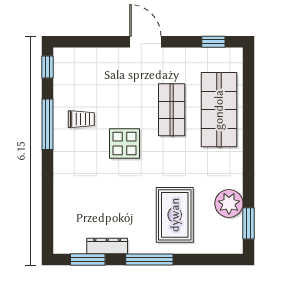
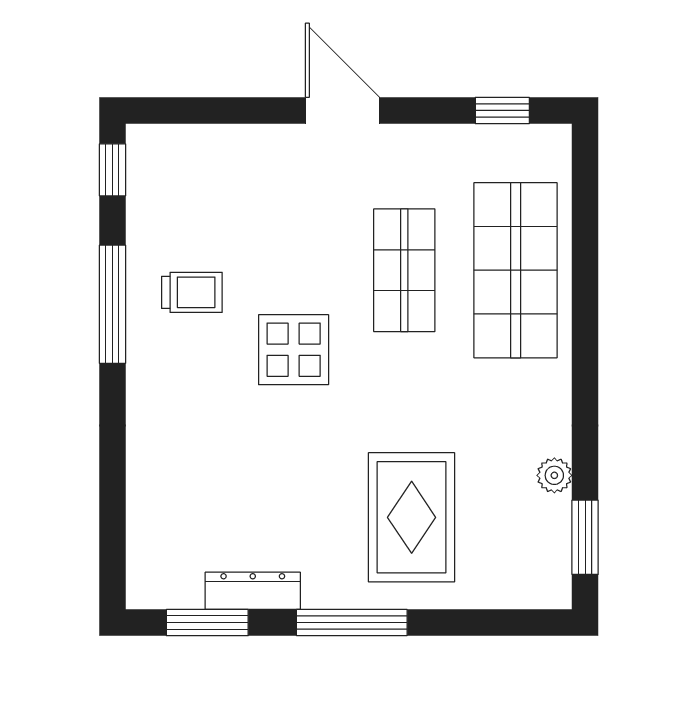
plant: (229, 204) -> (554, 475), width x0.53, depth x0.53

